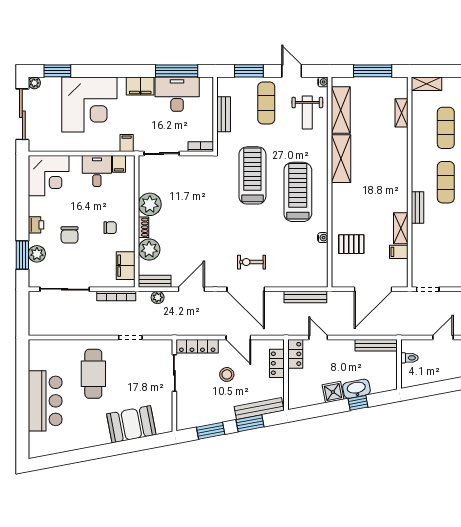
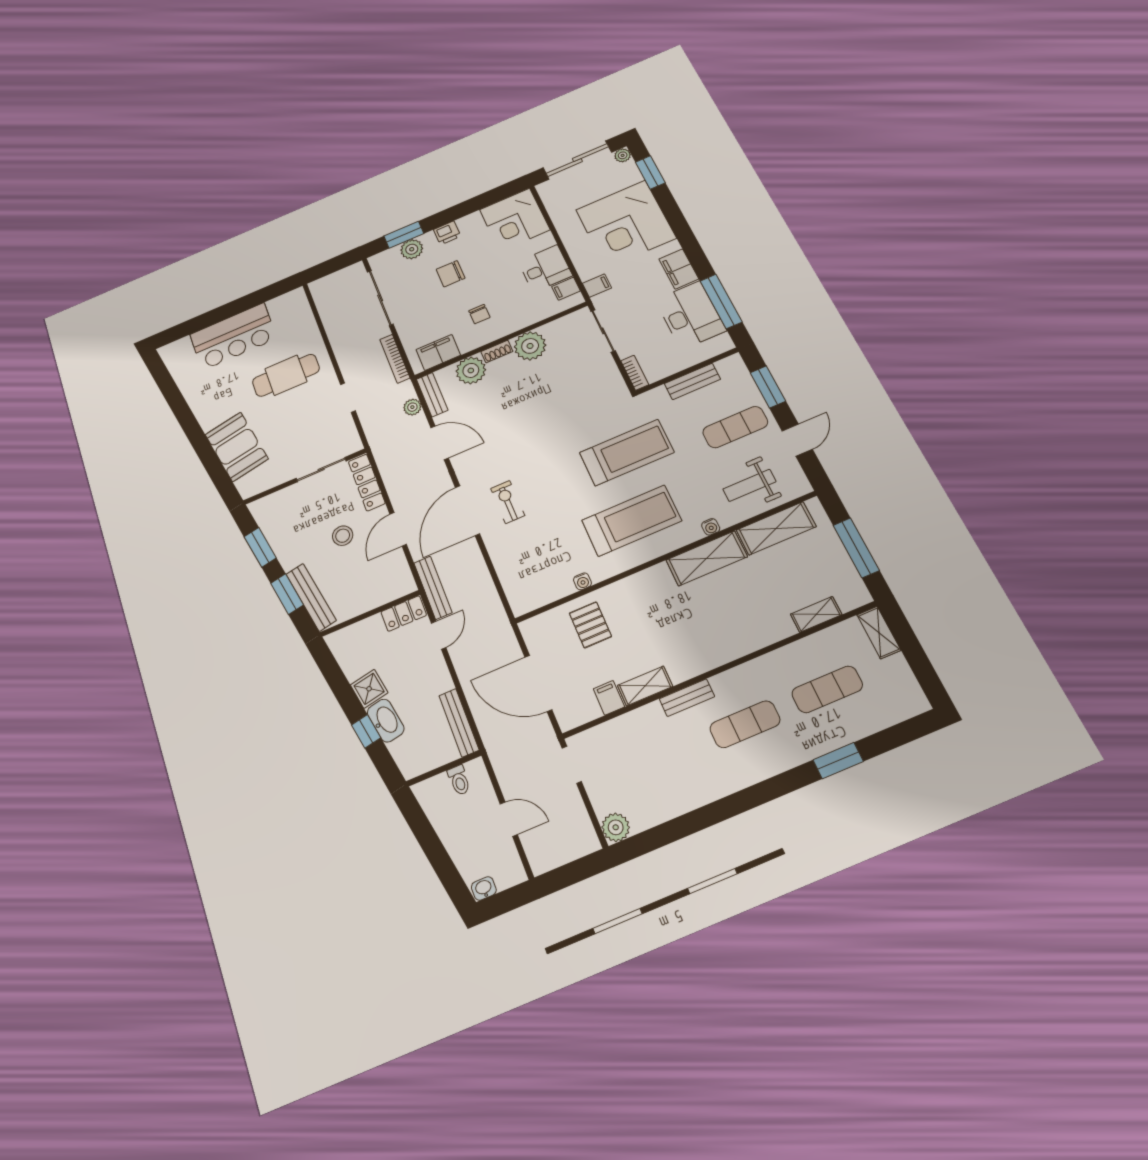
water cooler: (323, 82) -> (711, 527), moved
bench: (305, 297) -> (433, 588), moved
locker: (277, 363) -> (382, 595), removed

